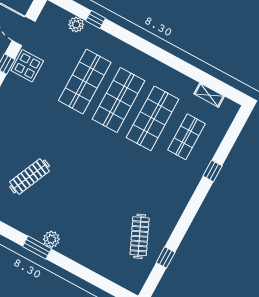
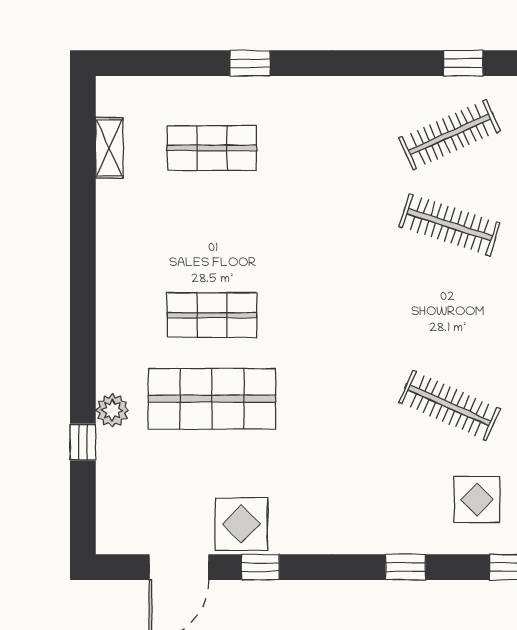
plant: (76, 24) -> (112, 410), moved
shop shelf: (119, 100) -> (212, 315), width x0.70, depth x0.74
shop shelf: (153, 118) -> (212, 232), removed
clothes rail: (103, 216) -> (450, 225), added

